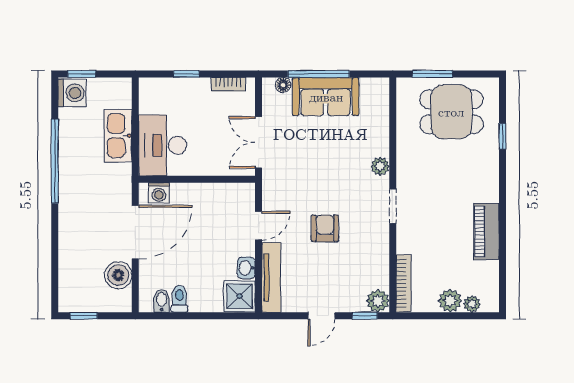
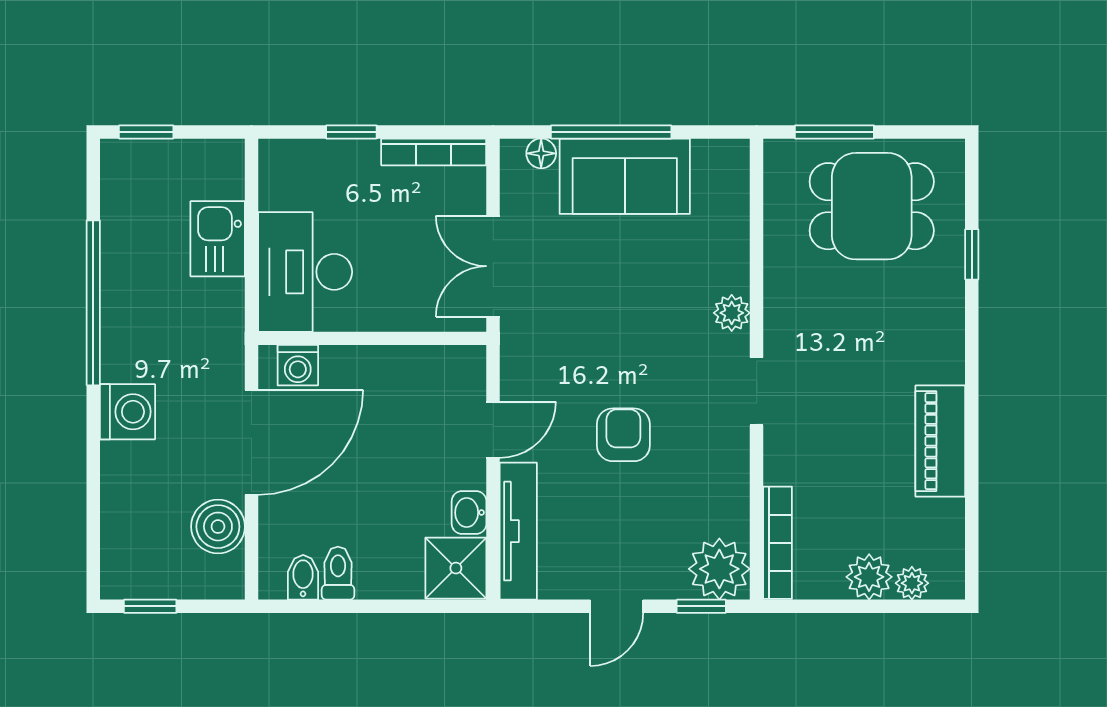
bookcase: (228, 84) -> (434, 152), width x1.56
washing machine: (72, 93) -> (127, 412), moved
kitchen sink: (118, 136) -> (218, 239), width x0.73
plant: (378, 301) -> (719, 569), width x1.36, depth x1.36

